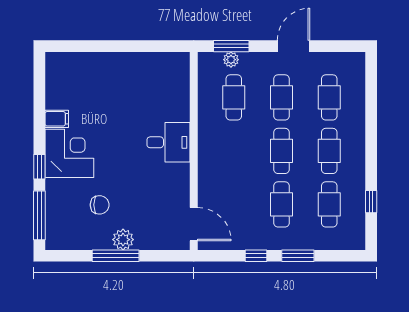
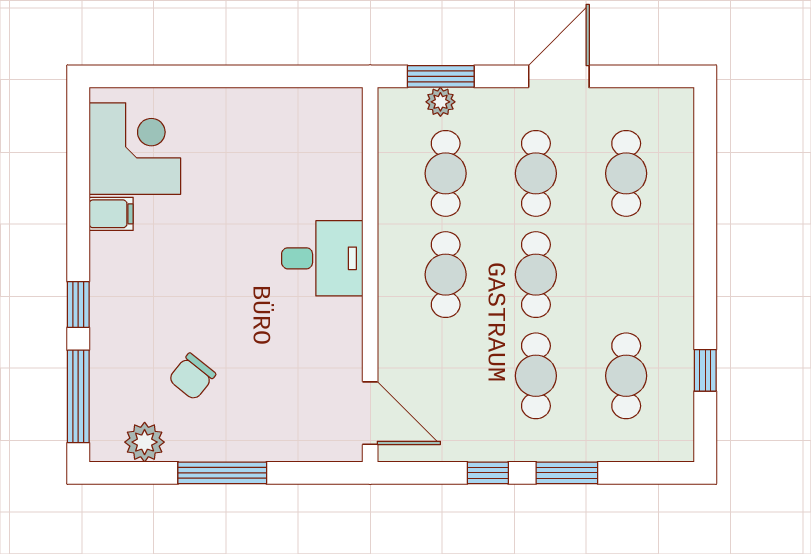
cafe table: (329, 151) -> (446, 275), moved
corner desk: (69, 153) -> (135, 149), moved
chair: (100, 205) -> (192, 377), turned 129
plant: (123, 240) -> (145, 442), moved

